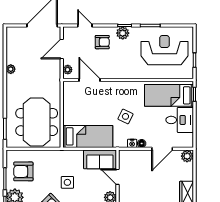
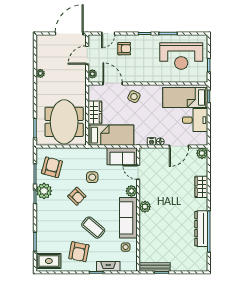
door: (85, 26) -> (108, 34), swing flipped
plant: (123, 33) -> (143, 40), removed
reception desk: (164, 50) -> (181, 56), turned 180
wardrobe: (70, 112) -> (95, 113), added
side table: (125, 116) -> (134, 97), moved
armchair: (23, 171) -> (52, 167), turned 105

